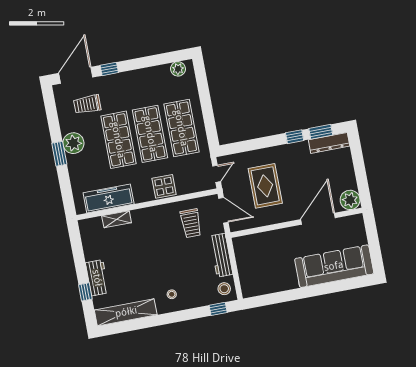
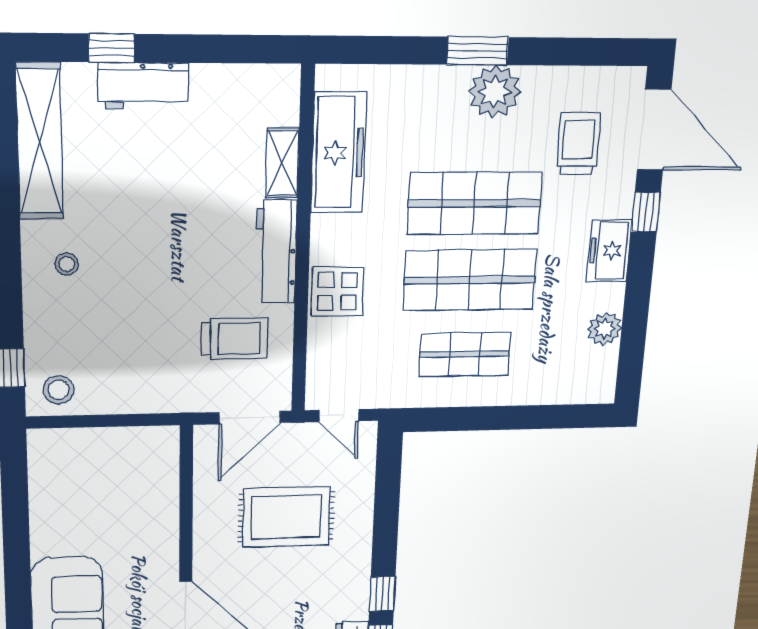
plant: (178, 69) -> (605, 329), moved
freezer: (128, 80) -> (609, 251), added
shop shelf: (181, 128) -> (465, 354), width x0.70, depth x0.74
trolley: (191, 223) -> (234, 339), turned 180
workbench: (221, 255) -> (276, 252), moved, turned -90

